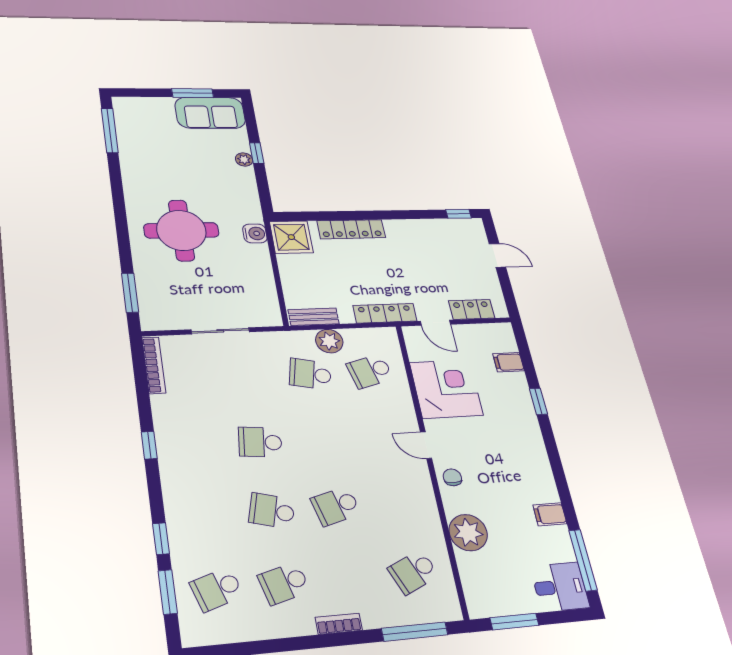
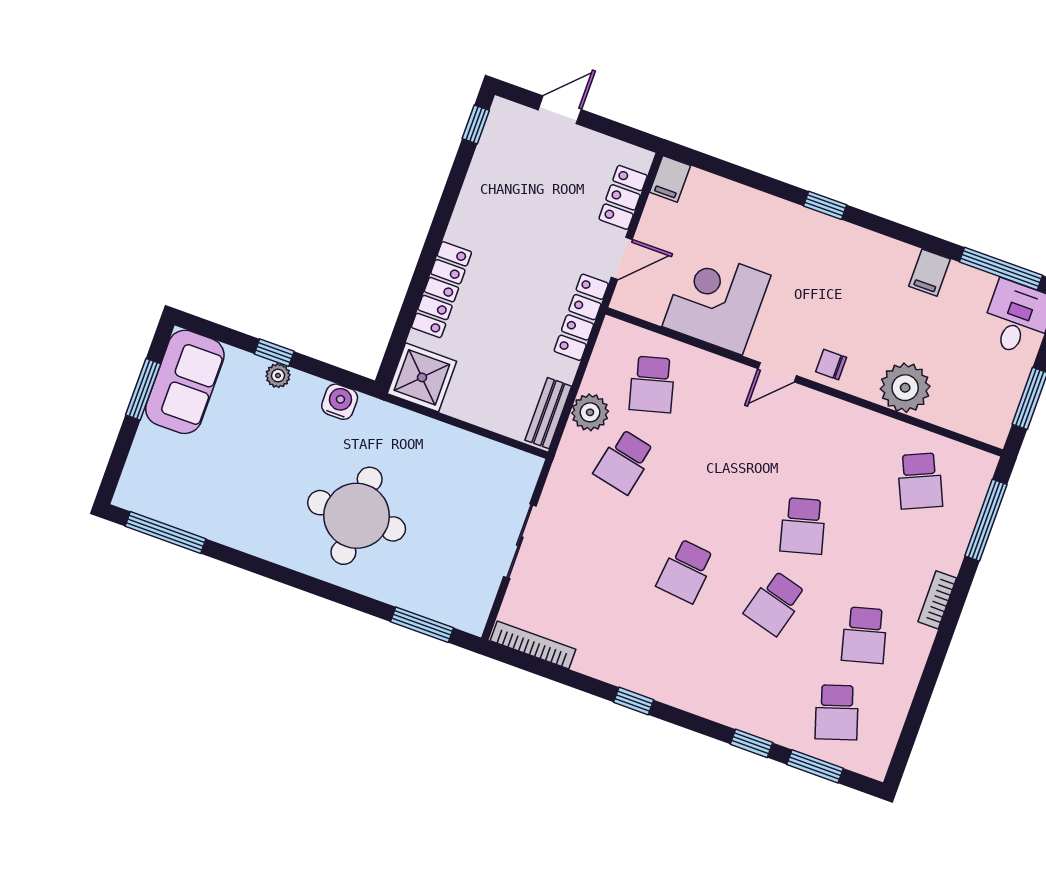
water cooler: (255, 233) -> (340, 402), moved
filing cabinet: (509, 362) -> (670, 179), moved
window: (538, 401) -> (825, 205), moved

